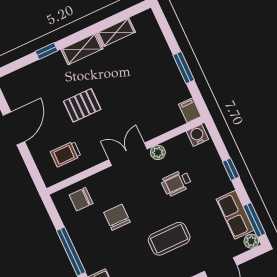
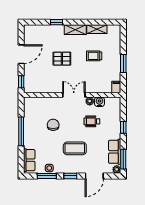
water cooler: (197, 135) -> (99, 102), moved
trolley: (66, 154) -> (94, 56), moved
window: (34, 172) -> (21, 82), added
chair: (81, 199) -> (39, 107), removed

